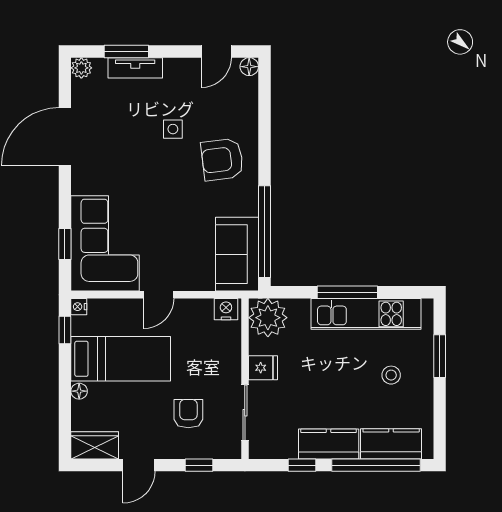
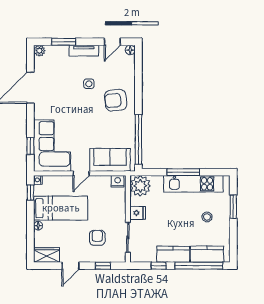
tv unit: (135, 68) -> (84, 51), moved
sofa: (237, 254) -> (110, 160), moved, turned 90

